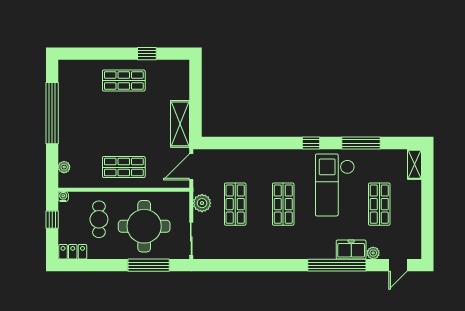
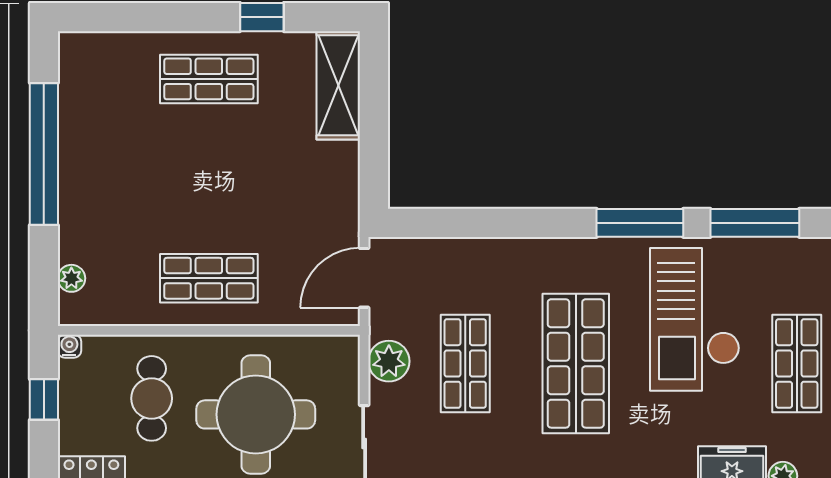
shelving: (180, 124) -> (338, 85), moved
window: (311, 143) -> (640, 223), width x2.17
shop shelf: (283, 204) -> (576, 363), width x1.43, depth x1.36

